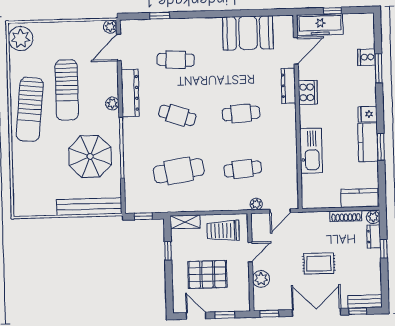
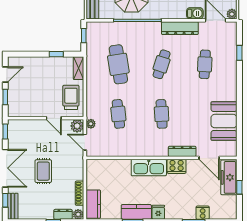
barbecue: (111, 74) -> (195, 13), added
plant: (112, 103) -> (172, 14), removed
kitchen sink: (311, 151) -> (149, 168), moved
pallet: (207, 274) -> (37, 84), removed
plant: (261, 279) -> (77, 126), moved

